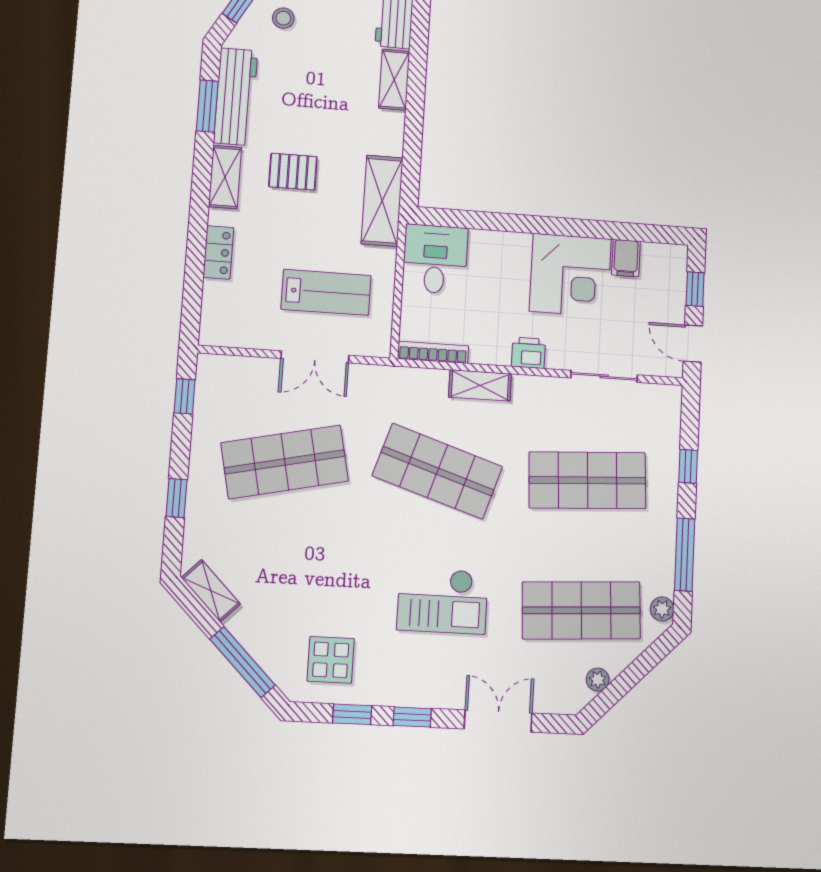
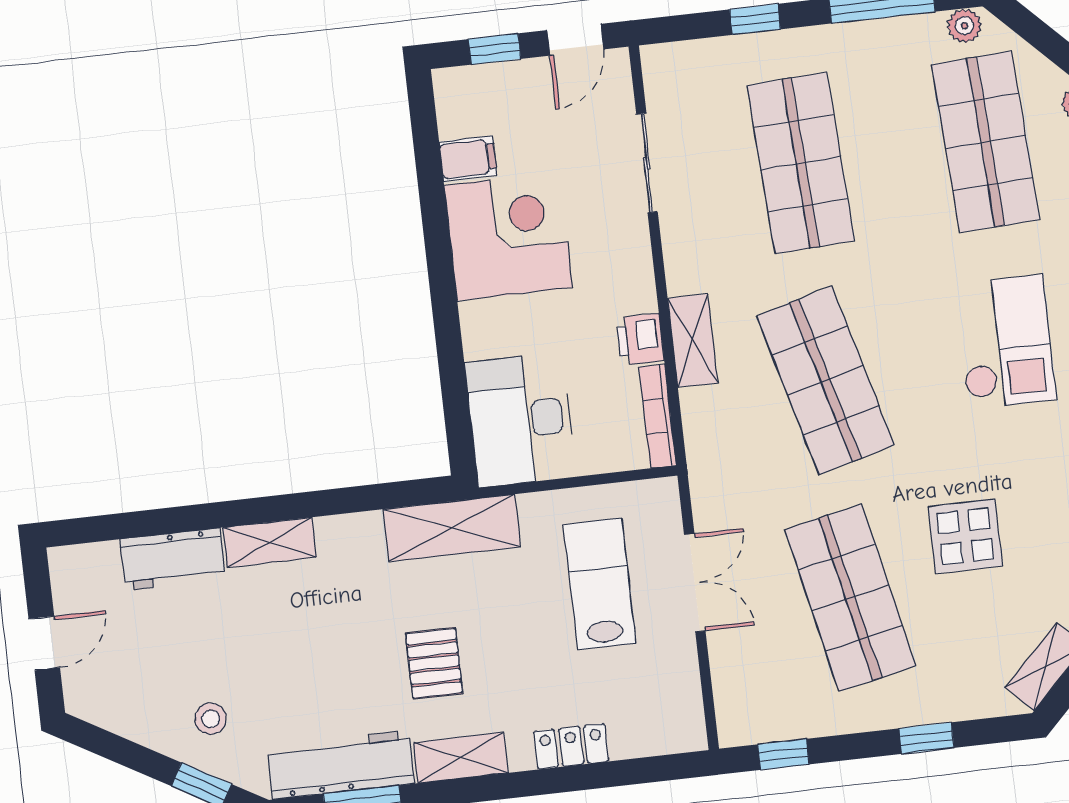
desk: (435, 259) -> (520, 420), width x1.37
printer: (528, 353) -> (640, 339), moved
shop shelf: (437, 471) -> (825, 380), turned -33
display table: (313, 550) -> (965, 536), added

